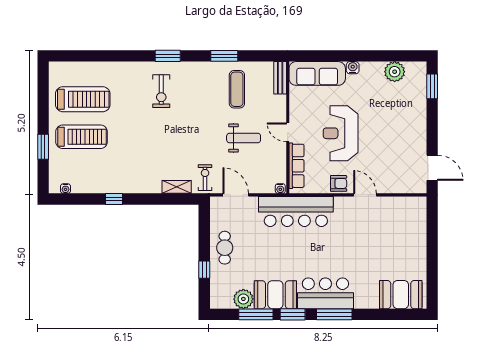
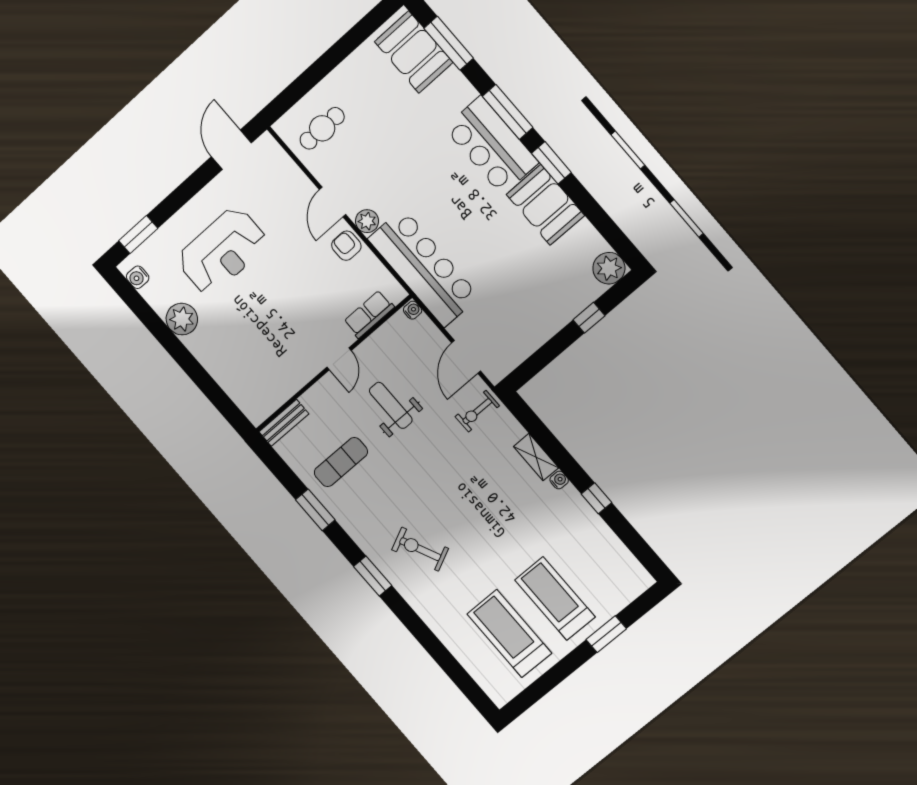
water cooler: (353, 68) -> (138, 277), moved
plant: (395, 72) -> (182, 319), moved
sofa: (317, 73) -> (241, 383), removed
exercise bike: (161, 91) -> (420, 549), turned -115
reception desk: (341, 133) -> (222, 251), moved
row of seats: (296, 166) -> (369, 314), width x0.68
shelving: (177, 187) -> (536, 457), moved
water cooler: (65, 189) -> (559, 480), moved
plant: (341, 204) -> (367, 221), added
cafe table: (225, 248) -> (322, 128), moved
plant: (243, 299) -> (609, 268), moved
window: (256, 314) -> (449, 43), moved

